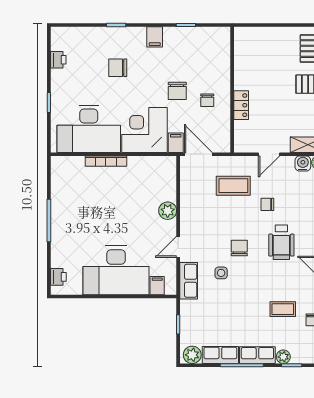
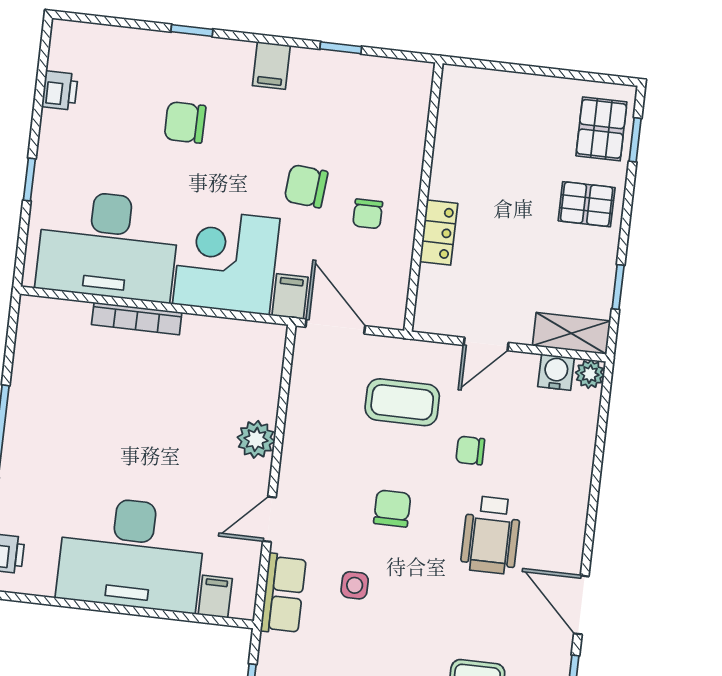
chair: (177, 91) -> (306, 186), turned 95
chair: (239, 248) -> (392, 508), moved

